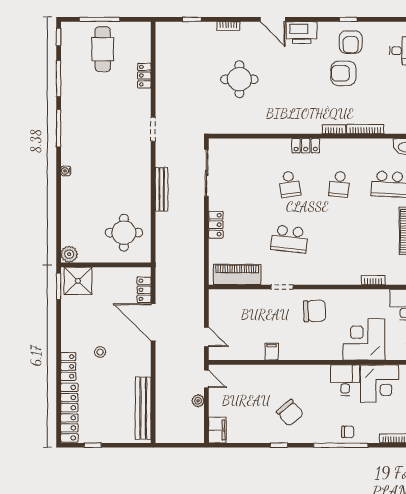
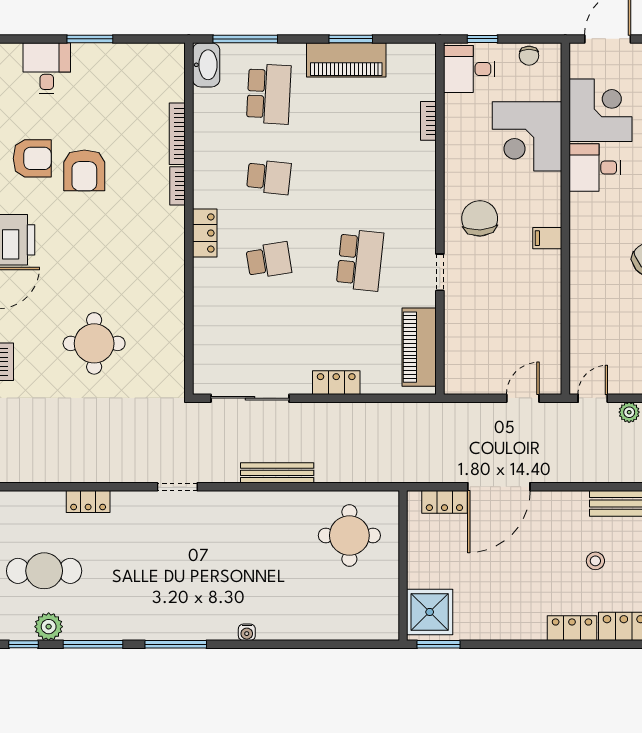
plant: (69, 254) -> (49, 627), moved
stool: (100, 352) -> (595, 561), moved
filing cabinet: (272, 352) -> (547, 238), moved

